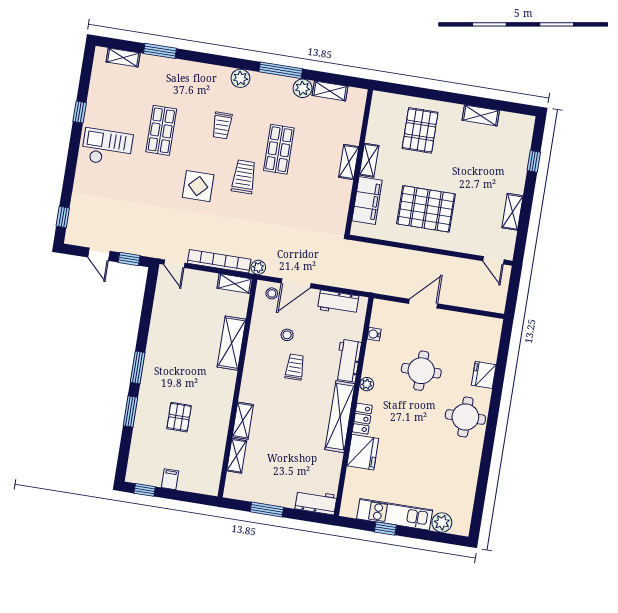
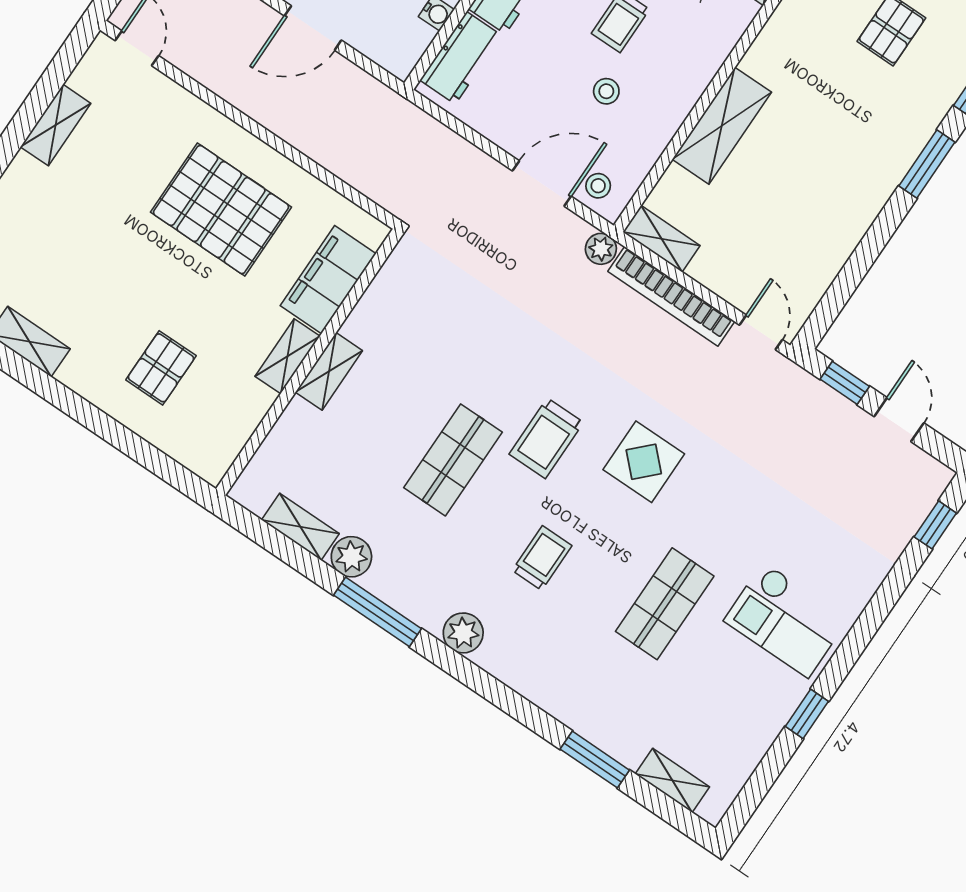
pallet: (420, 130) -> (161, 368), width x0.67, depth x0.71
workbench: (338, 303) -> (461, 58), moved, turned 90

